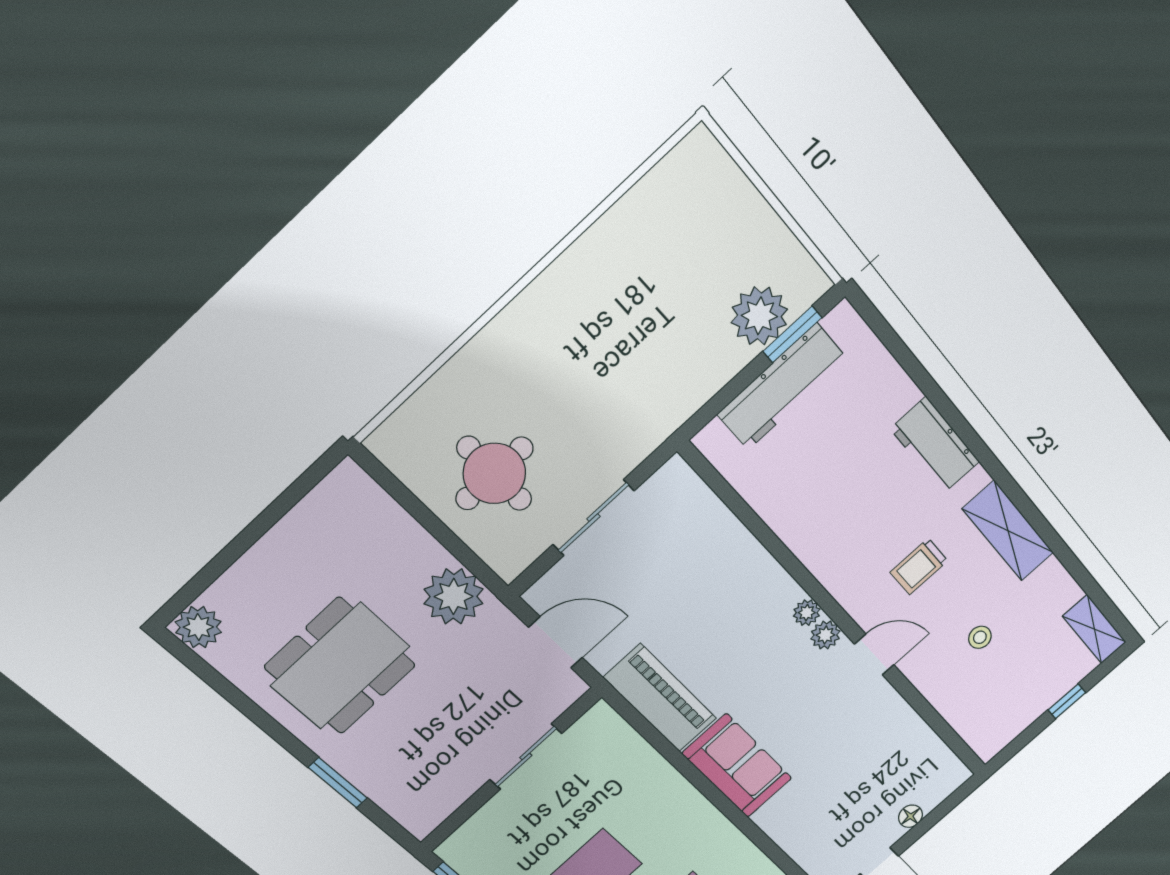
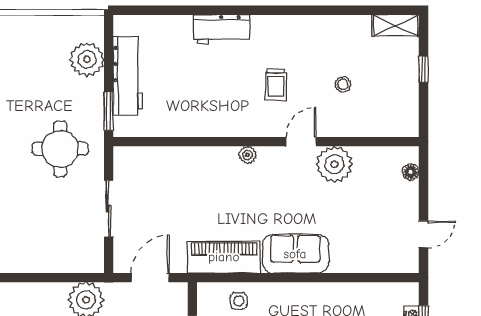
window: (792, 334) -> (109, 111), moved
round table: (494, 473) -> (60, 149), moved
shelving: (1008, 531) -> (299, 28), removed
plant: (825, 635) -> (334, 164), moved, width x1.88, depth x1.88
side table: (624, 759) -> (239, 301), added
floor lamp: (911, 816) -> (411, 172), moved

